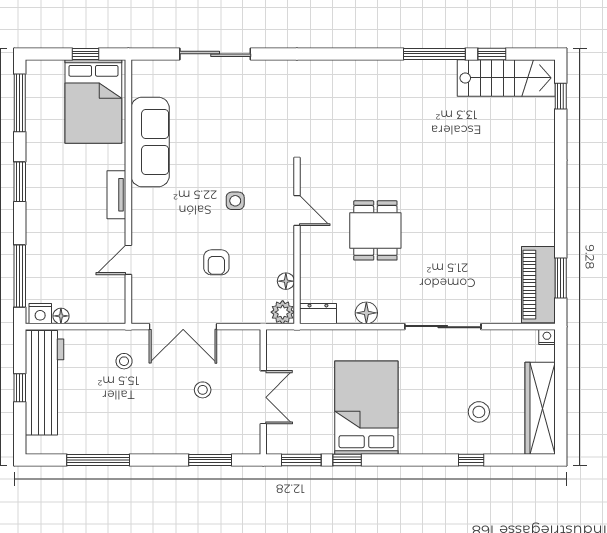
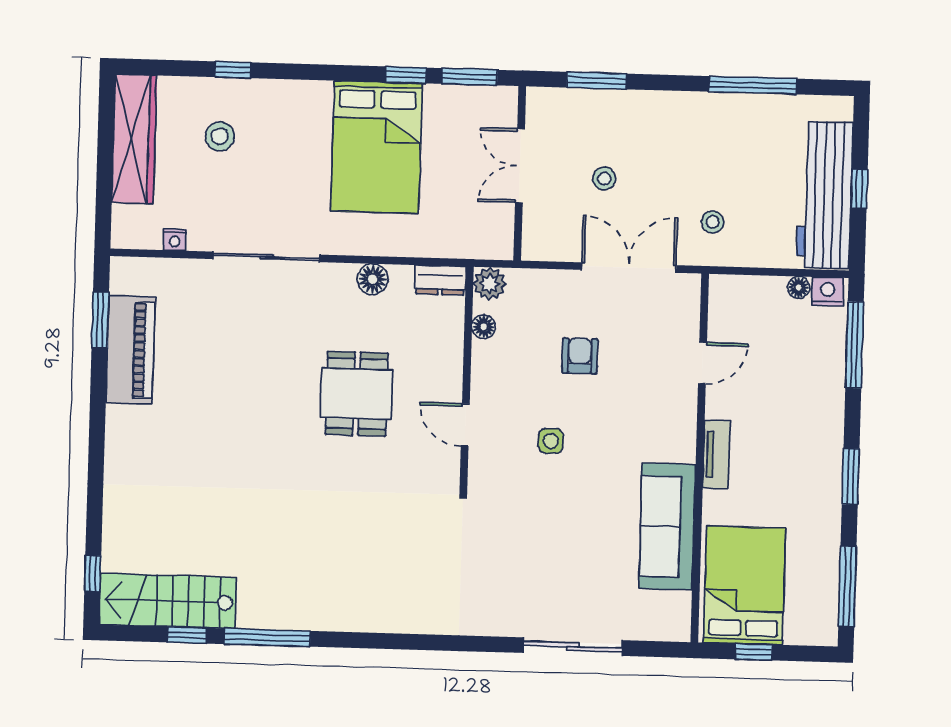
piano: (538, 285) -> (130, 350), moved
nightstand: (547, 337) -> (175, 240), moved

